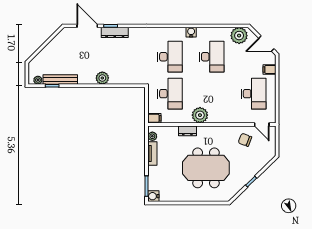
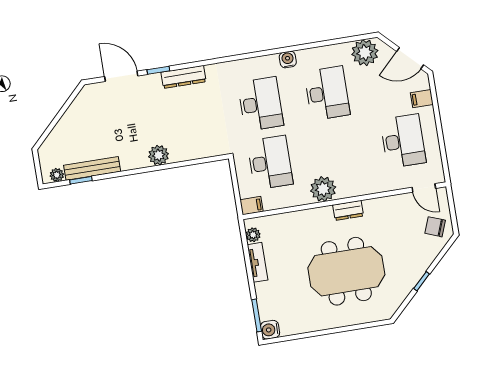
dresser: (115, 32) -> (183, 77), moved
dresser: (187, 131) -> (348, 210), moved
chair: (245, 140) -> (435, 227), moved

